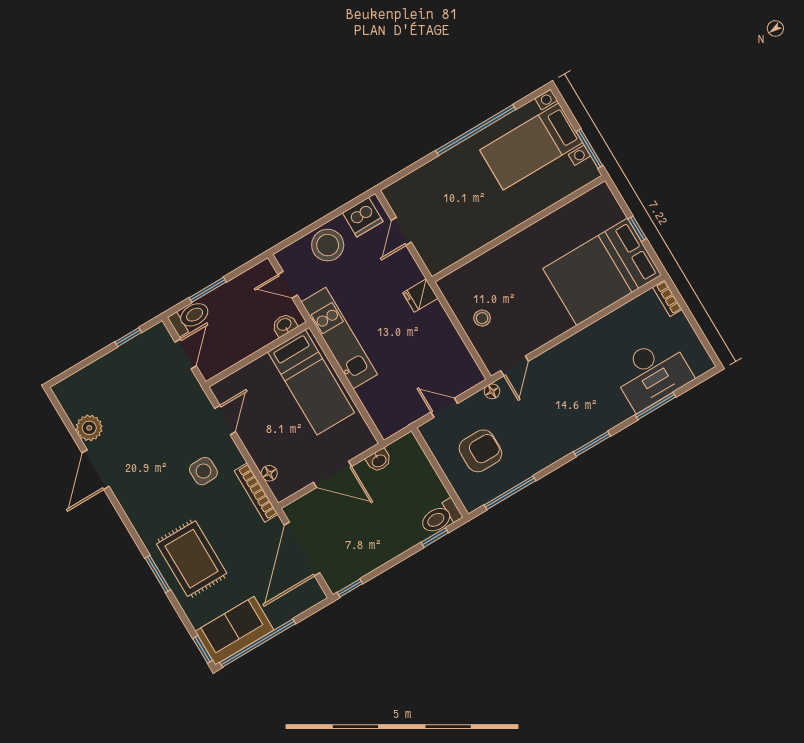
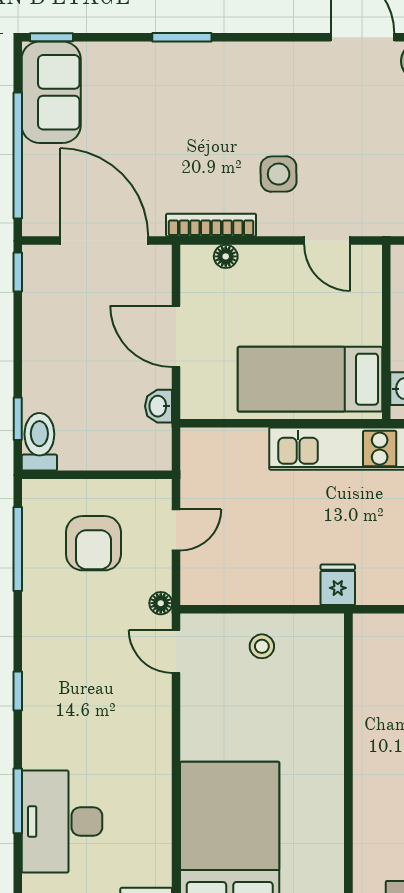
window: (592, 444) -> (18, 691), width x0.67
door: (332, 474) -> (176, 336), hinge flipped
rug: (192, 559) -> (176, 92), removed
window: (258, 643) -> (18, 155), moved

